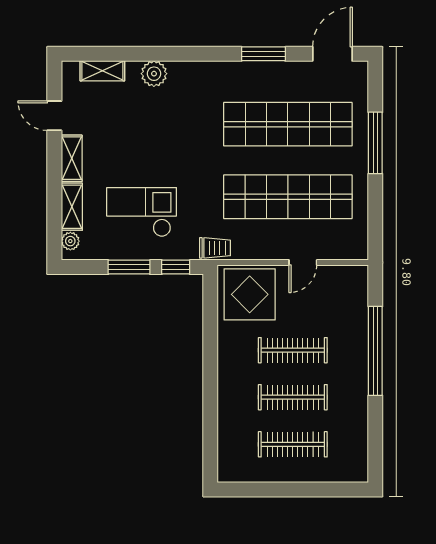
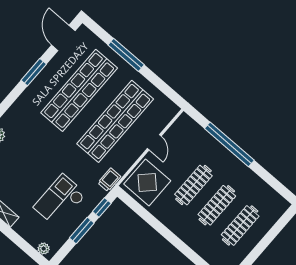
shelving: (72, 207) -> (27, 233), removed

